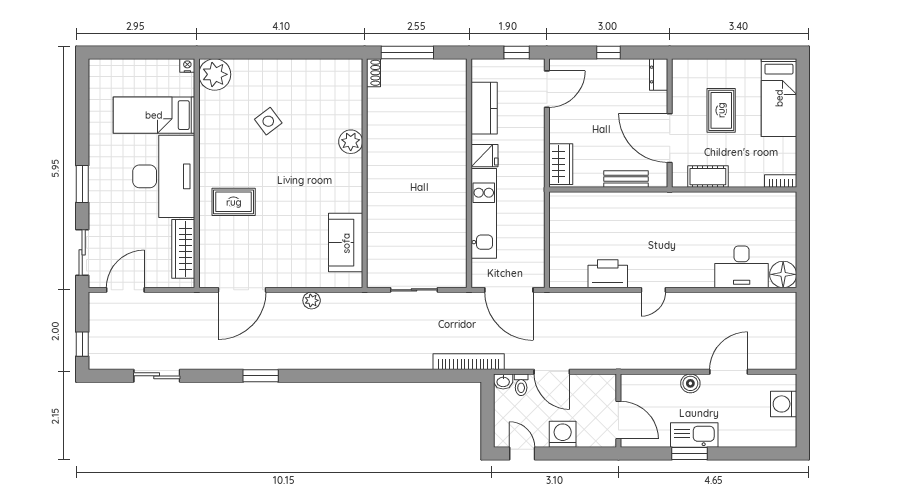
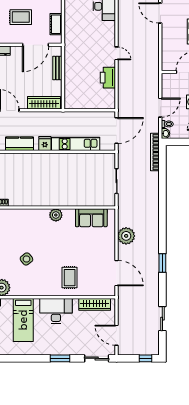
plant: (351, 142) -> (56, 215), moved
wardrobe: (561, 164) -> (44, 103), width x1.50
desk: (164, 176) -> (56, 311), width x0.73, depth x0.77
plant: (312, 300) -> (126, 236), width x1.87, depth x1.87
boiler: (690, 383) -> (166, 34), removed

